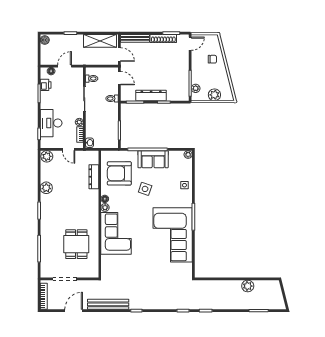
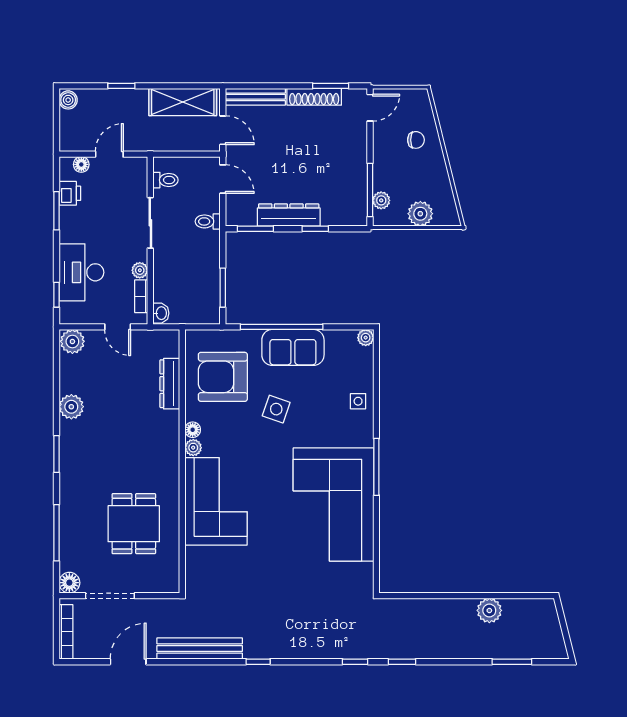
floor lamp: (45, 273) -> (69, 583), added

